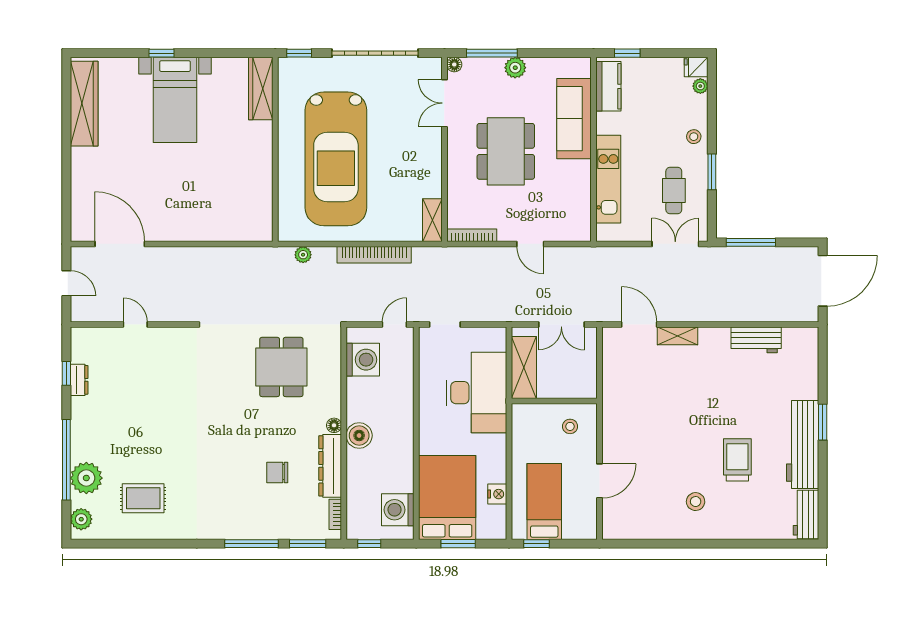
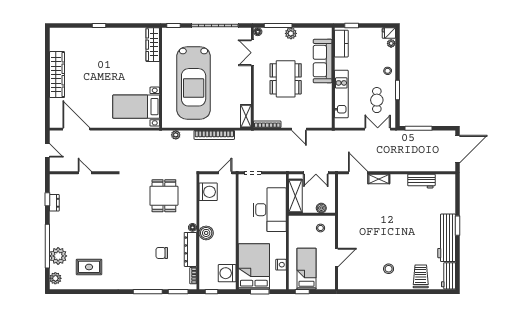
bed with nightstands: (175, 100) -> (136, 107), moved, turned 90
wardrobe: (84, 104) -> (57, 75), moved
boiler: (571, 390) -> (321, 208), added
trolley: (737, 460) -> (421, 276), moved

